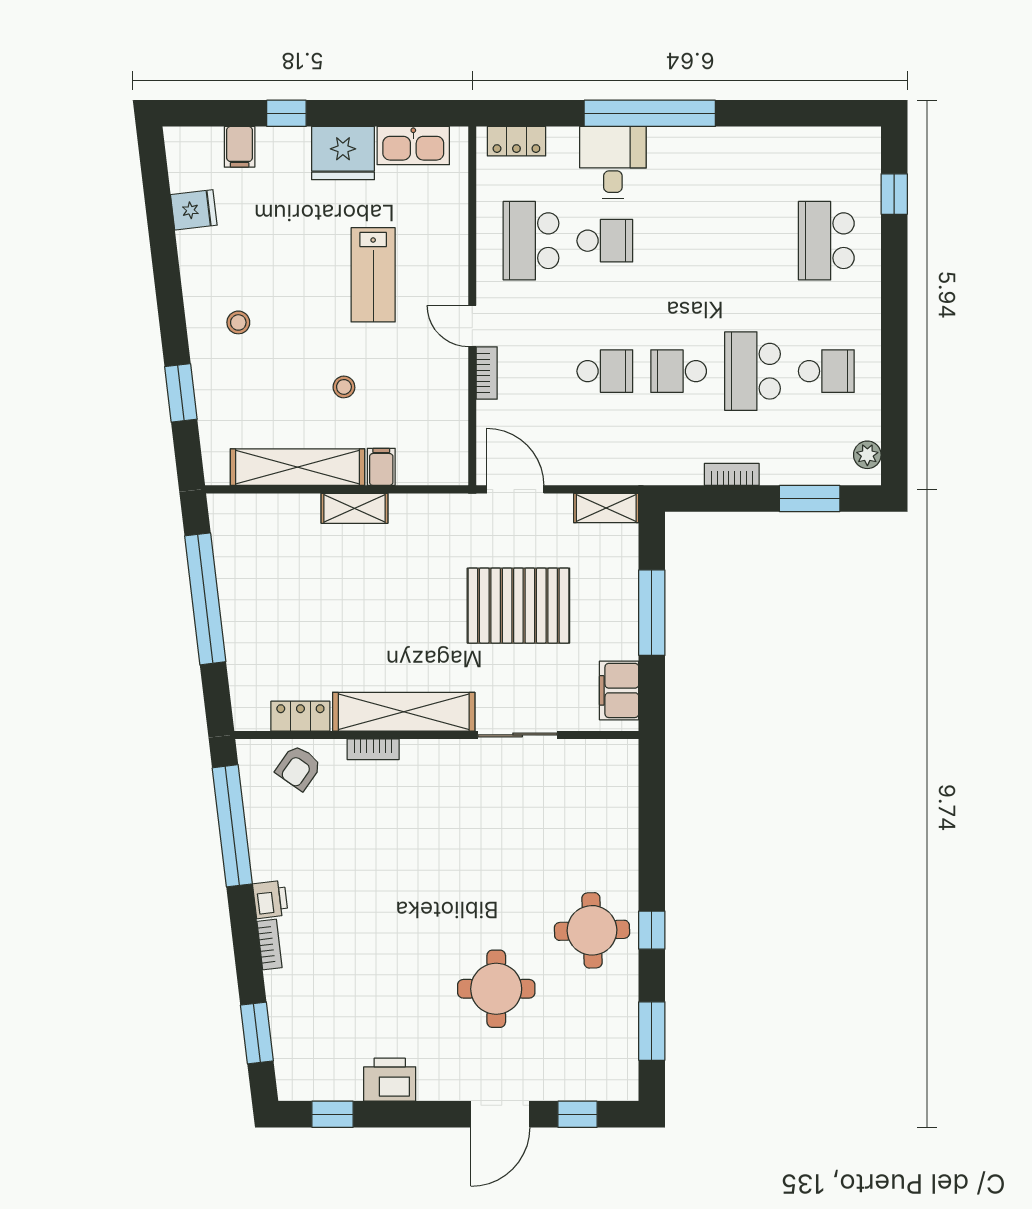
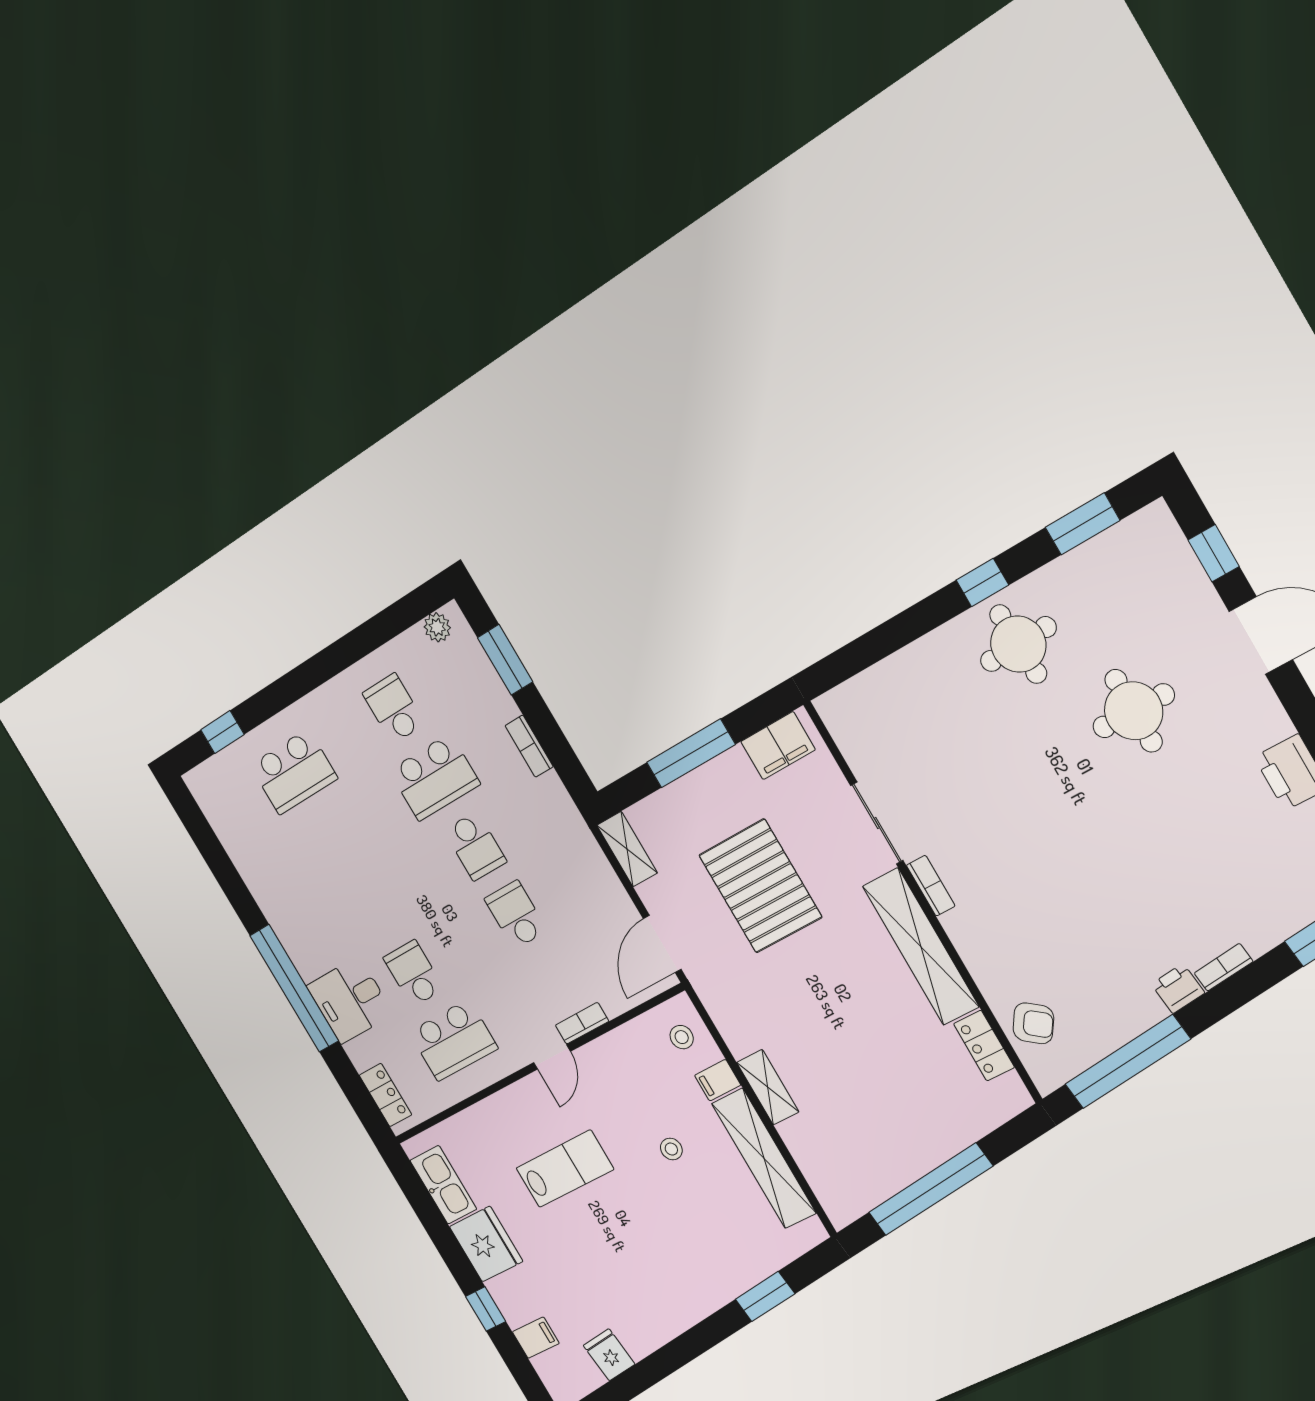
stool: (238, 322) -> (682, 1037), moved
bookcase: (373, 749) -> (931, 886), moved

